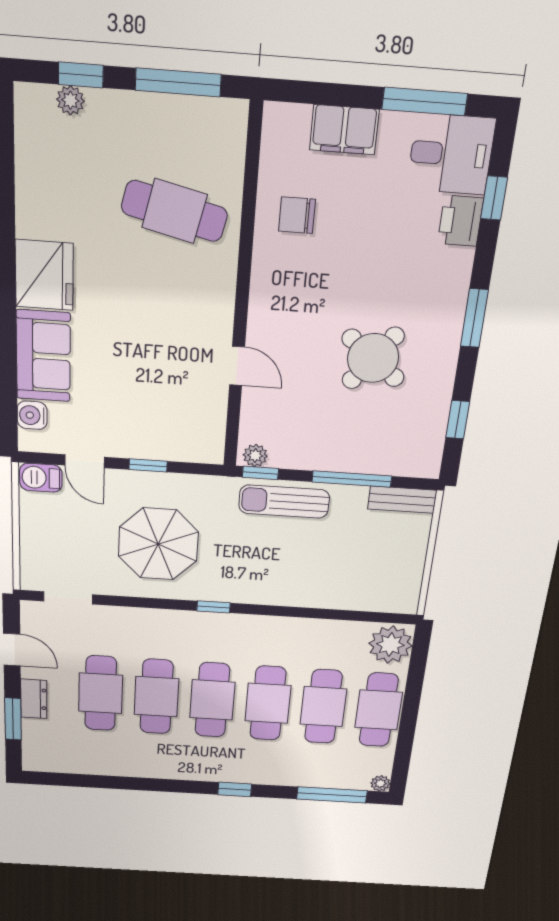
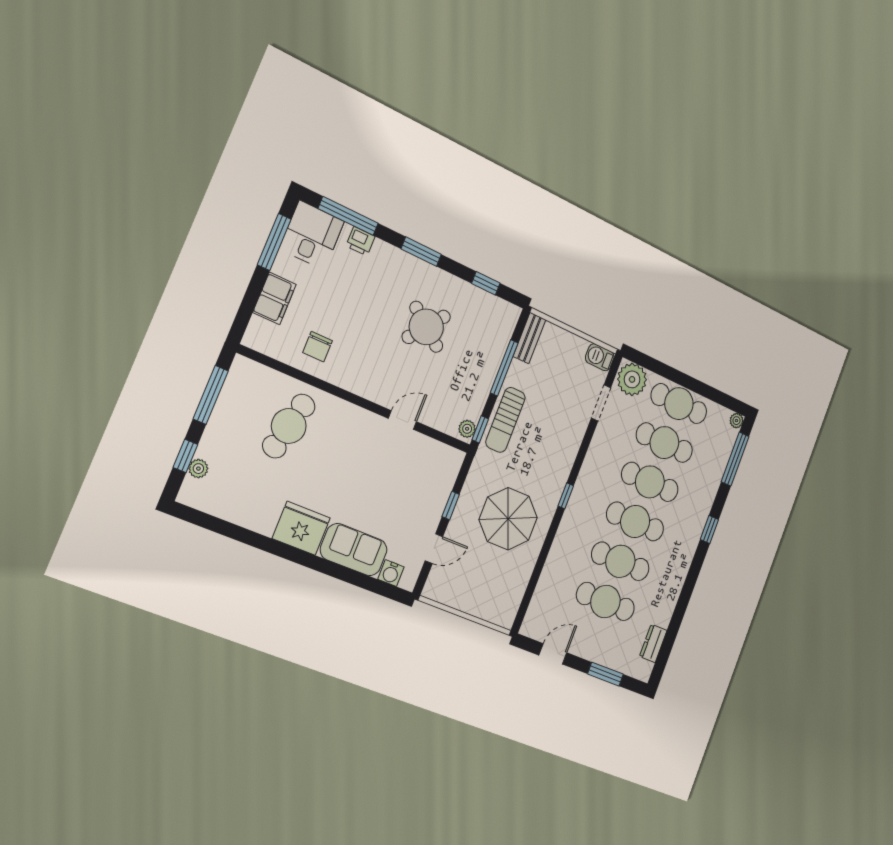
window: (494, 198) -> (348, 216), width x2.17
printer: (461, 221) -> (360, 241), width x0.73, depth x0.81
barbecue: (41, 478) -> (600, 357), moved, turned 90
doorway: (68, 598) -> (601, 403), moved
dresser: (34, 699) -> (653, 643), moved, turned -90

